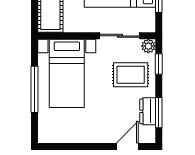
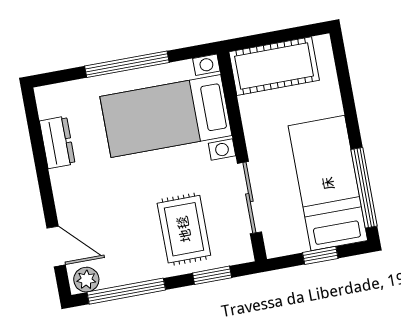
plant: (148, 46) -> (86, 280), moved
dresser: (148, 111) -> (57, 142), moved, turned 90
window: (159, 113) -> (126, 291), width x1.44

